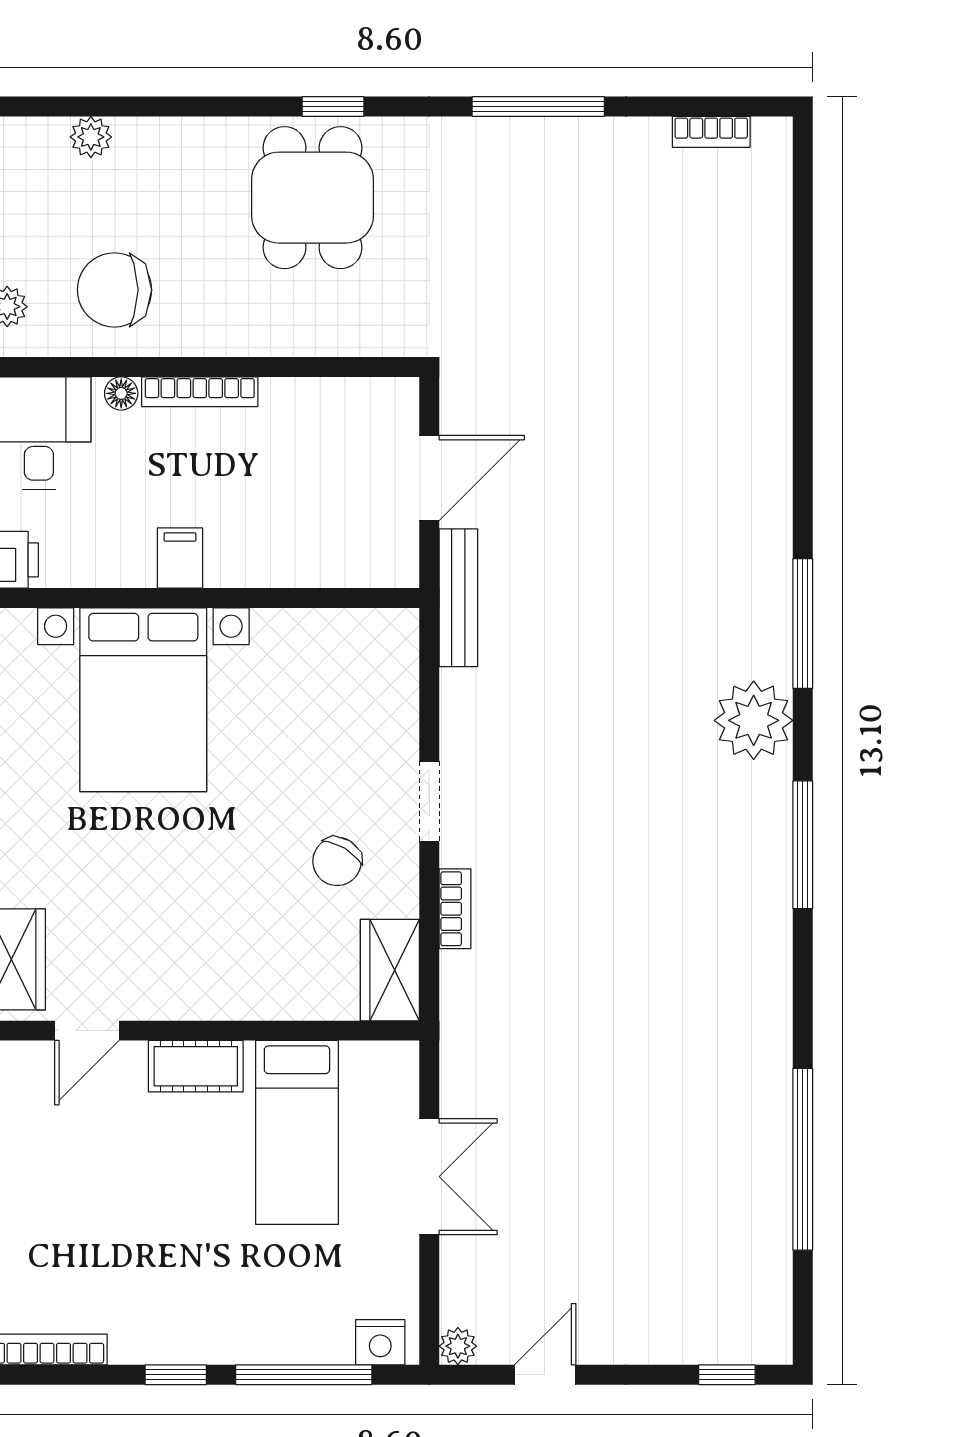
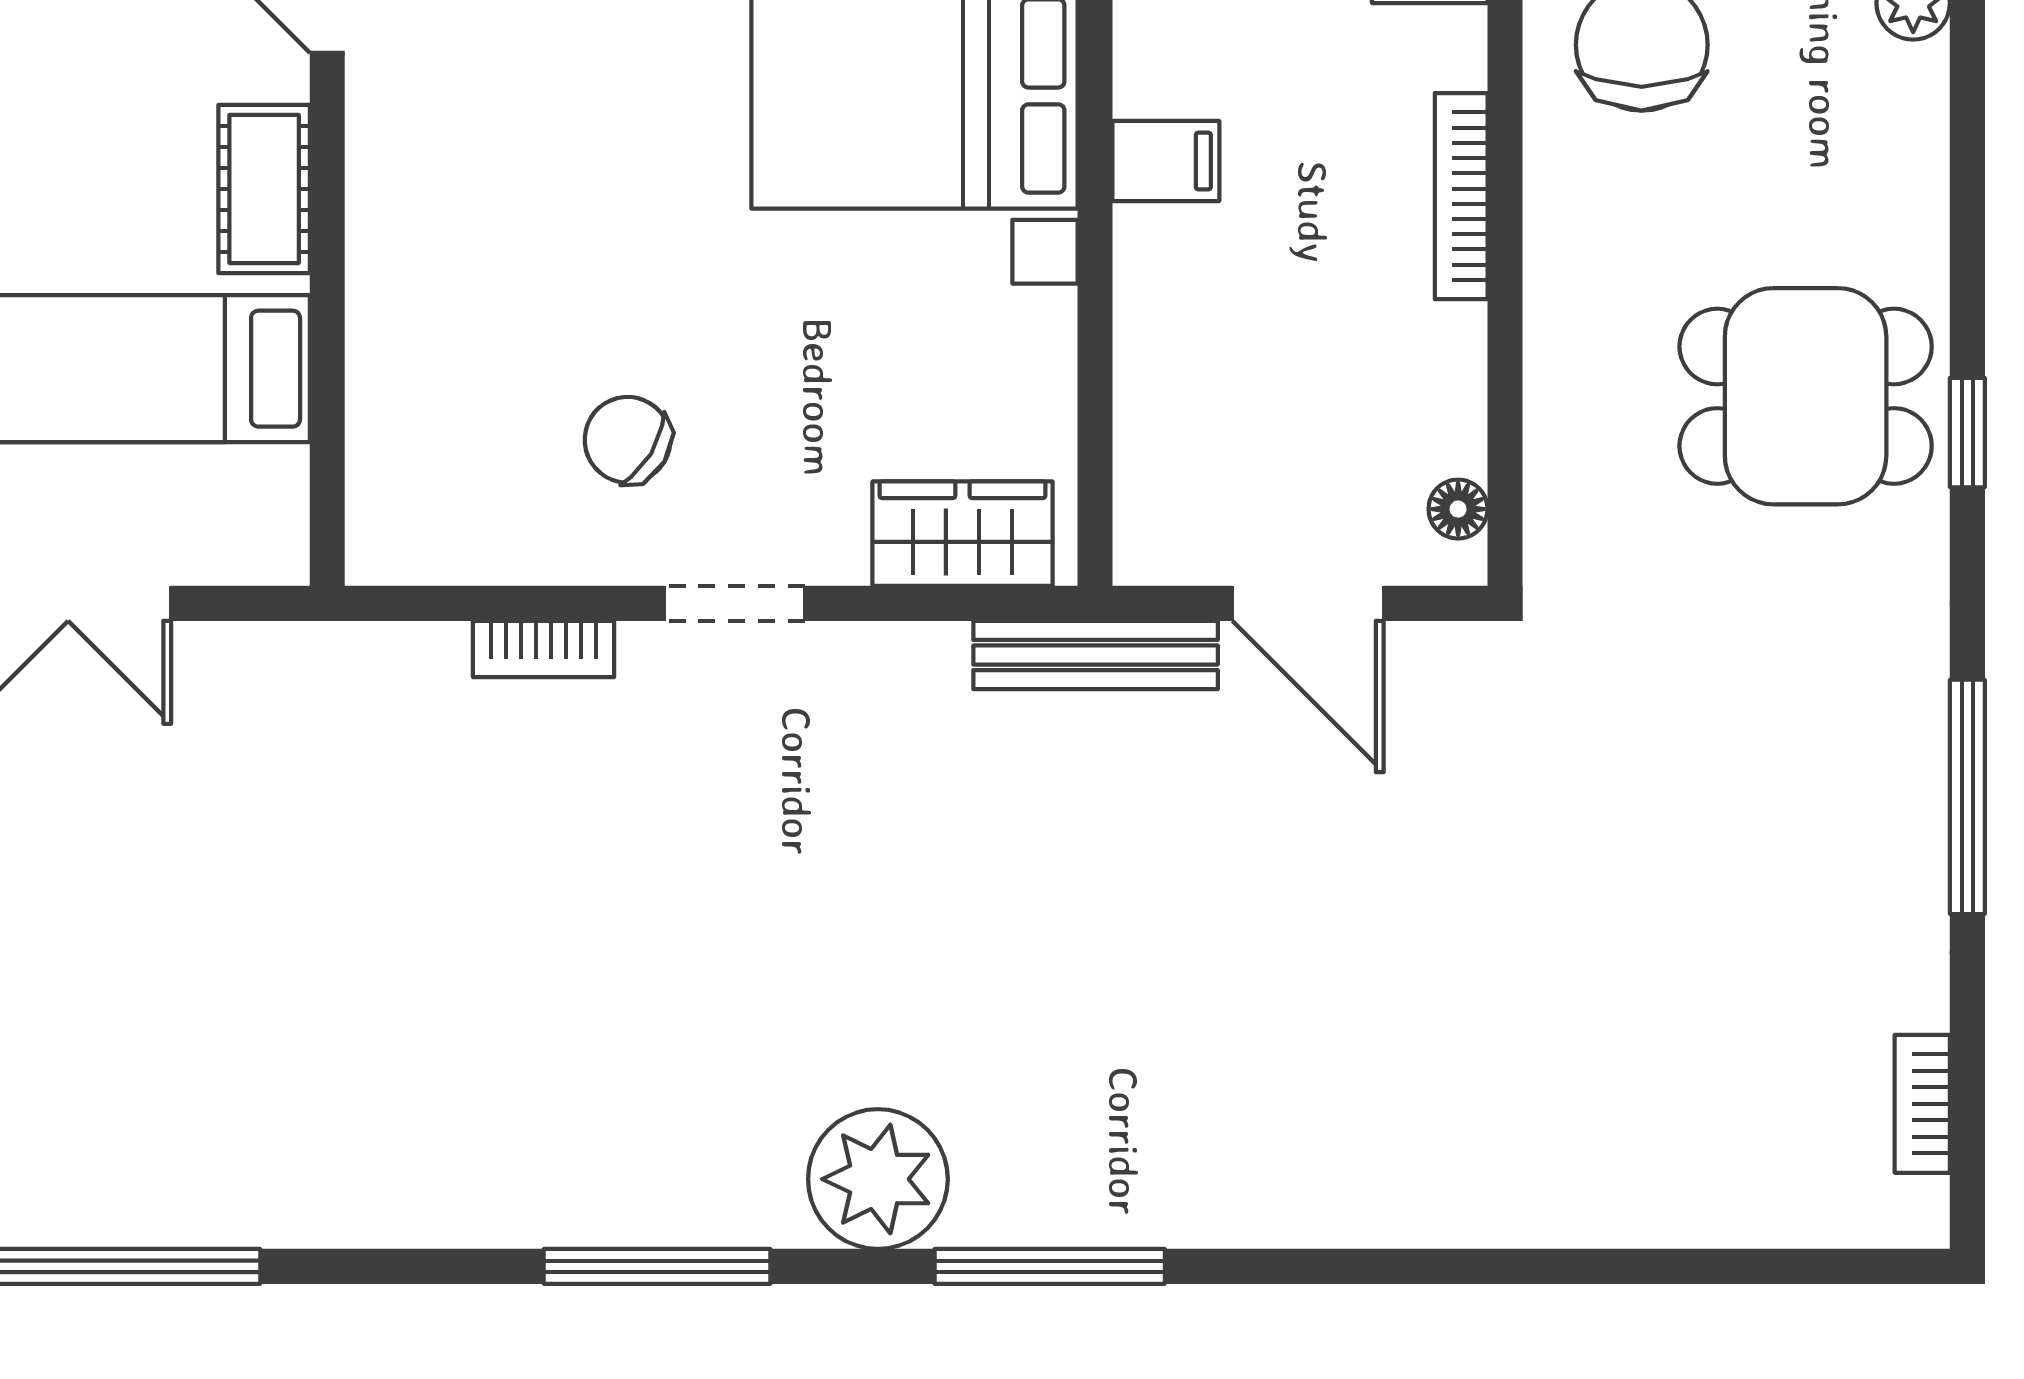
floor lamp: (121, 393) -> (1458, 509), moved
wardrobe: (390, 970) -> (963, 534), moved

